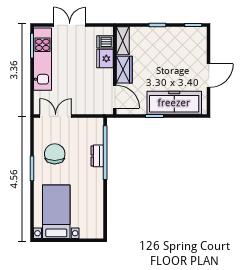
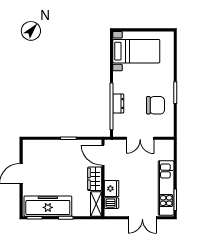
freezer: (174, 103) -> (48, 206), moved, turned 180
double door: (56, 116) -> (140, 138), moved
chair: (55, 154) -> (155, 105), turned -90
bed with nightstands: (56, 212) -> (136, 51), moved, turned -90

